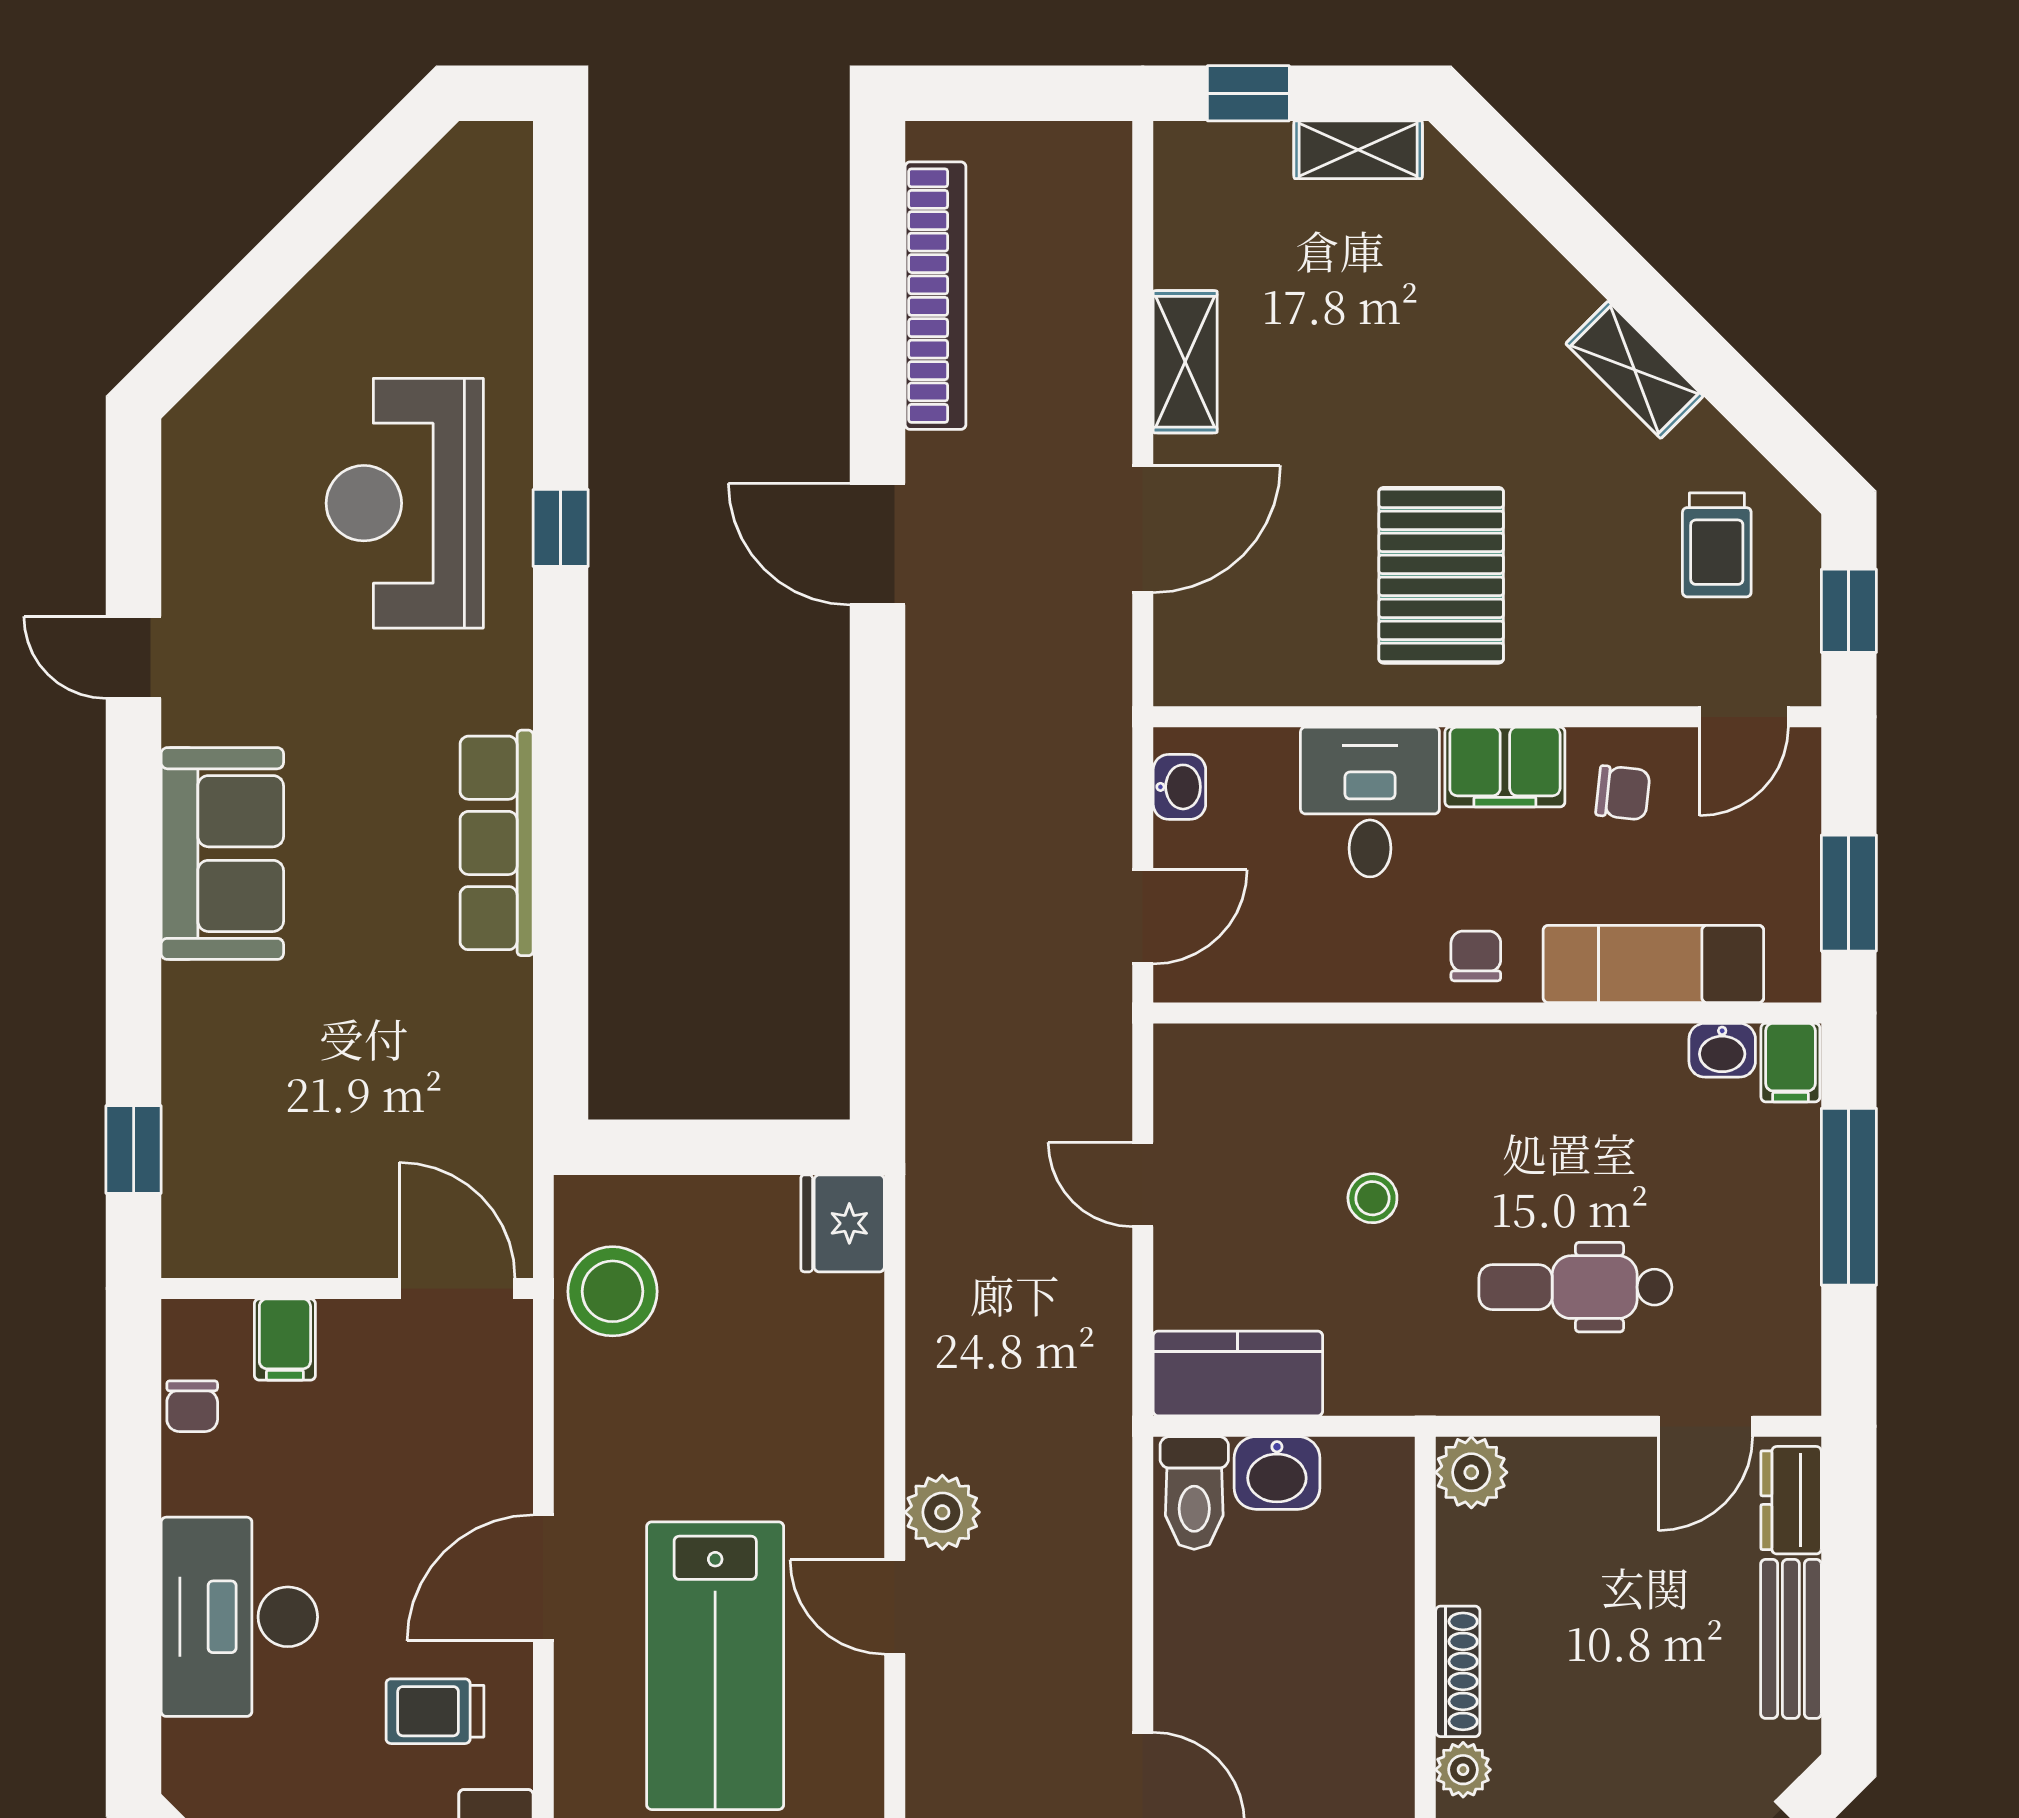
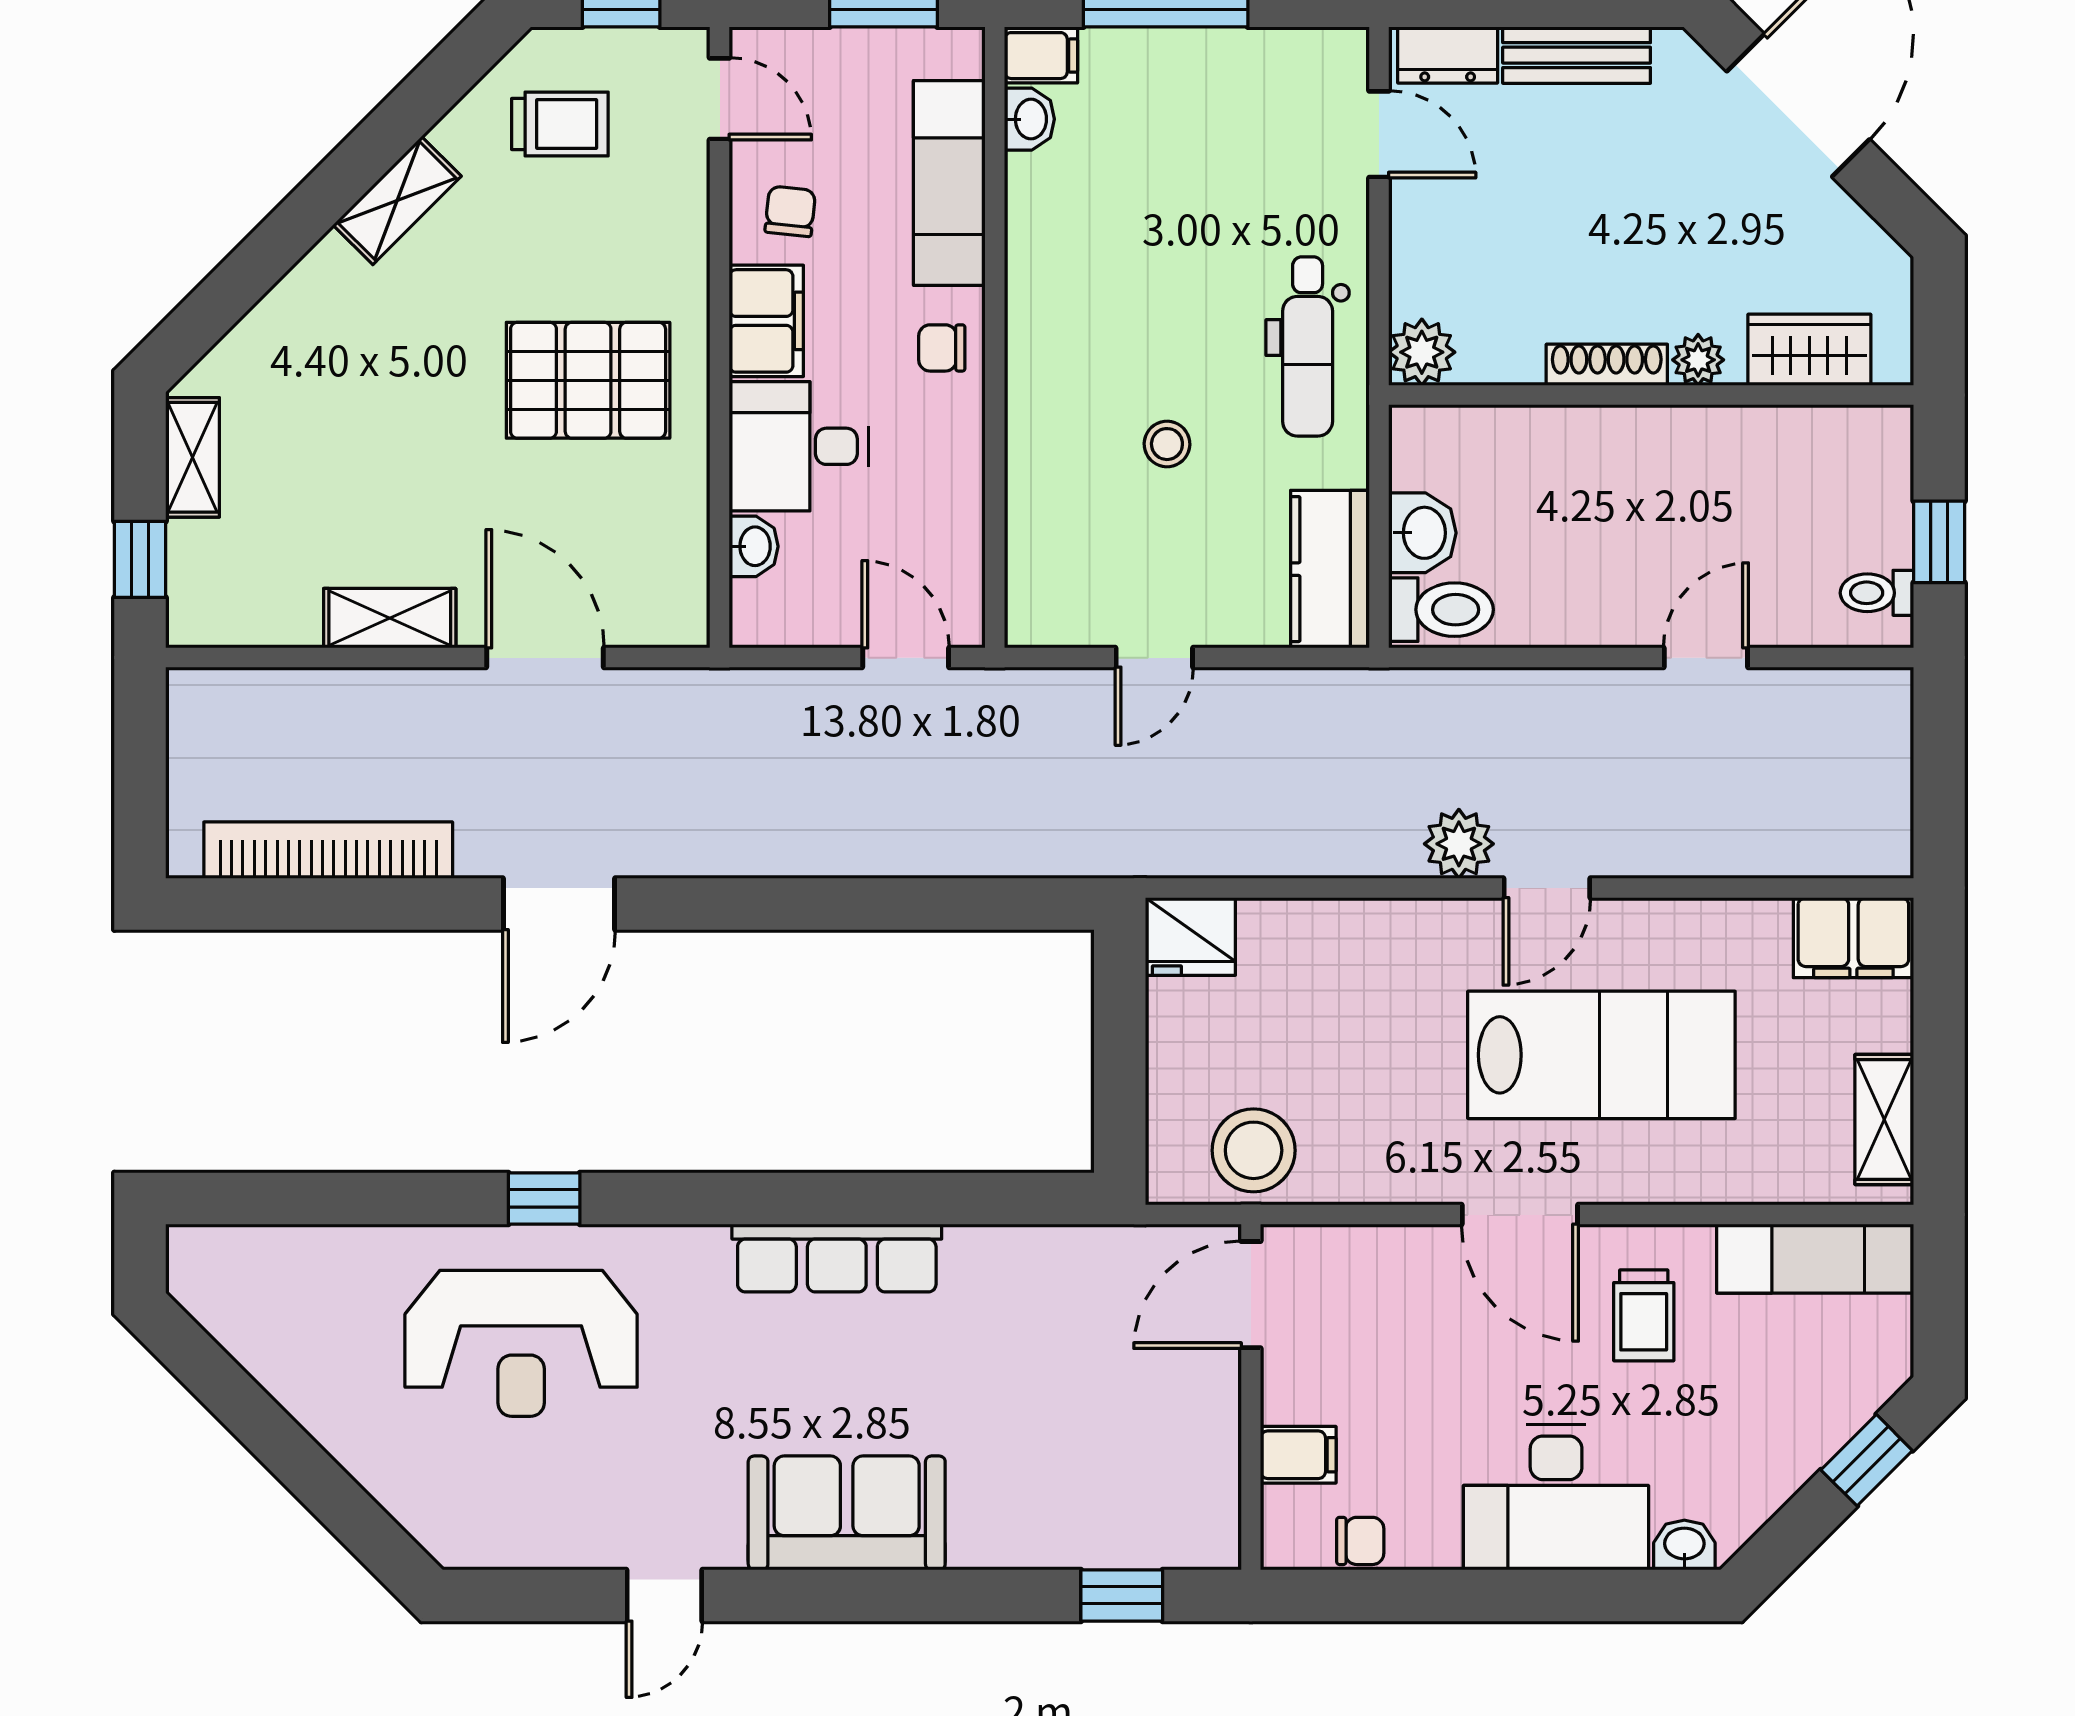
washbasin: (1179, 787) -> (754, 546), moved, turned 90
dental chair: (1575, 1287) -> (1308, 347), moved
washbasin: (188, 1755) -> (1684, 1545), added

